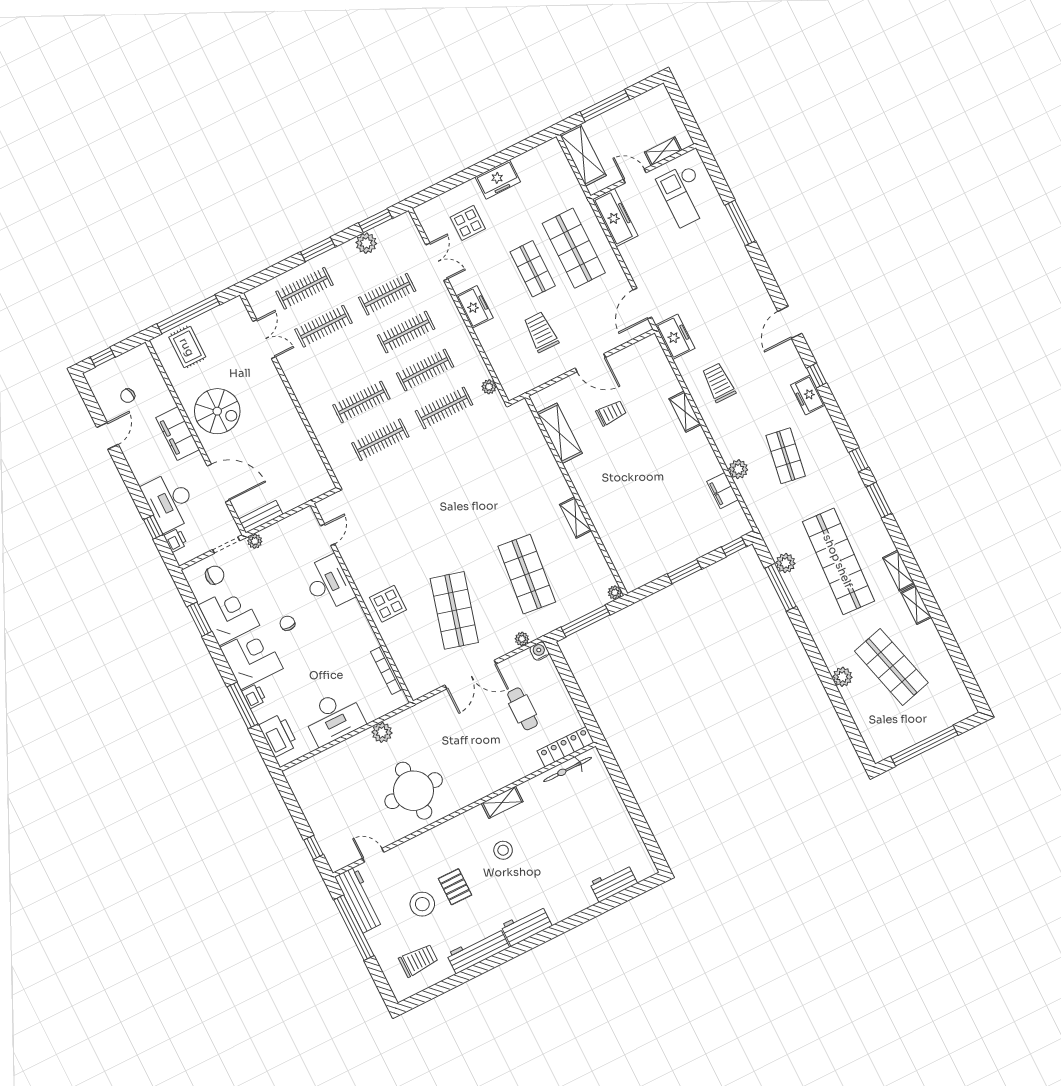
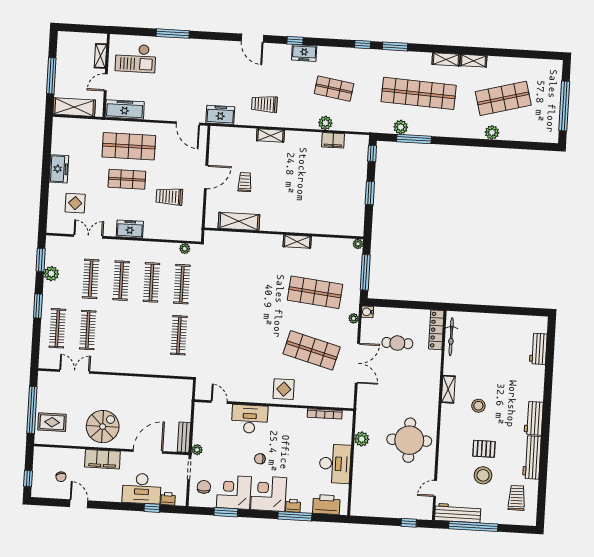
clothes rail: (361, 402) -> (149, 333), removed

